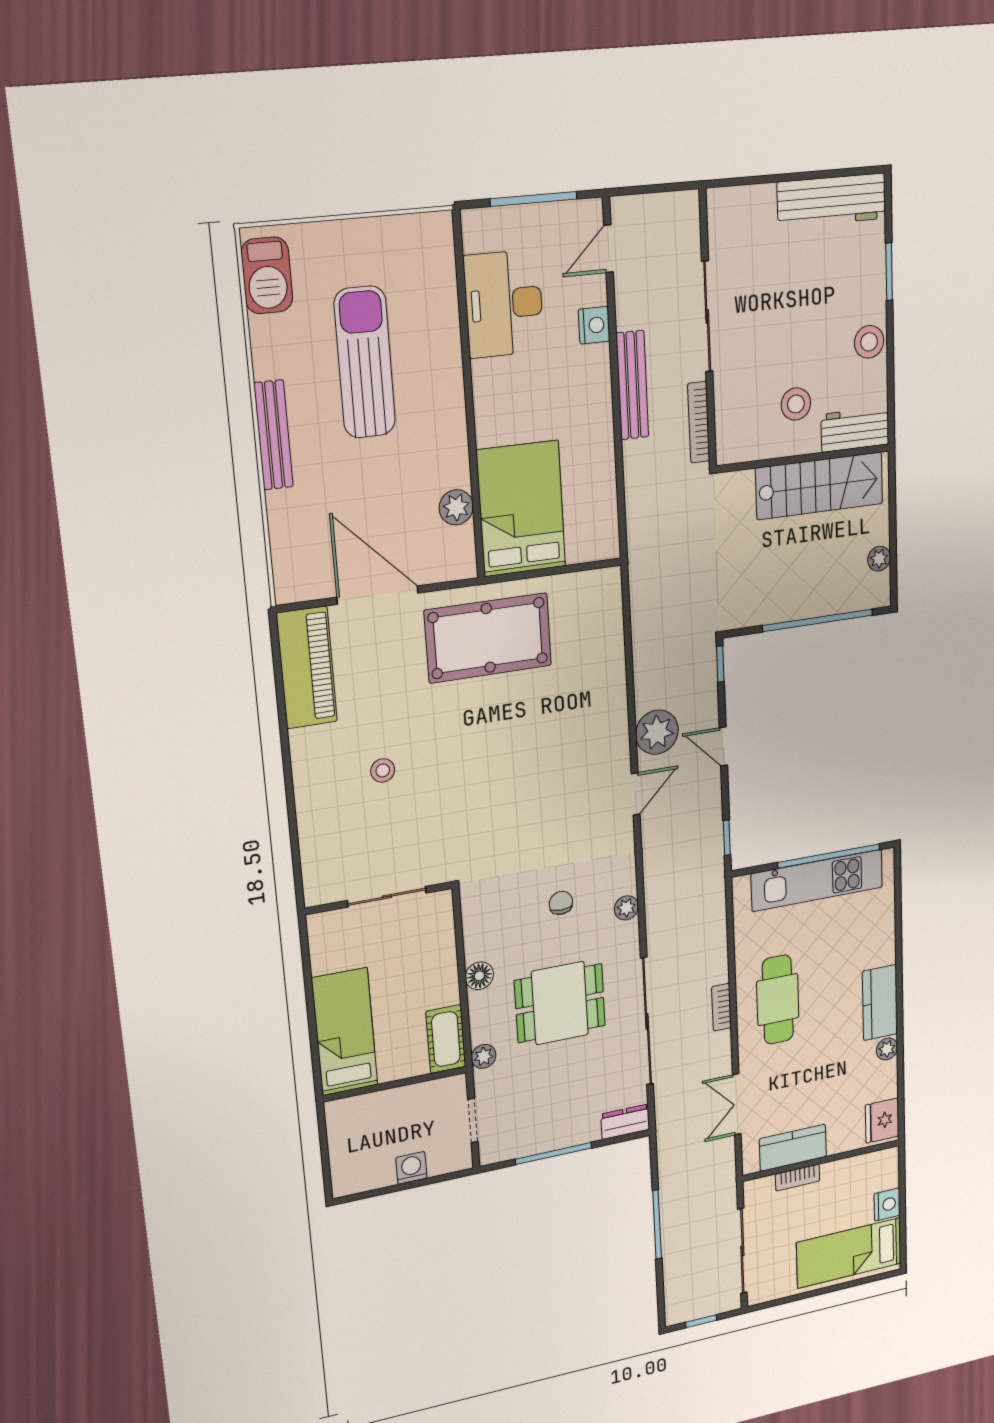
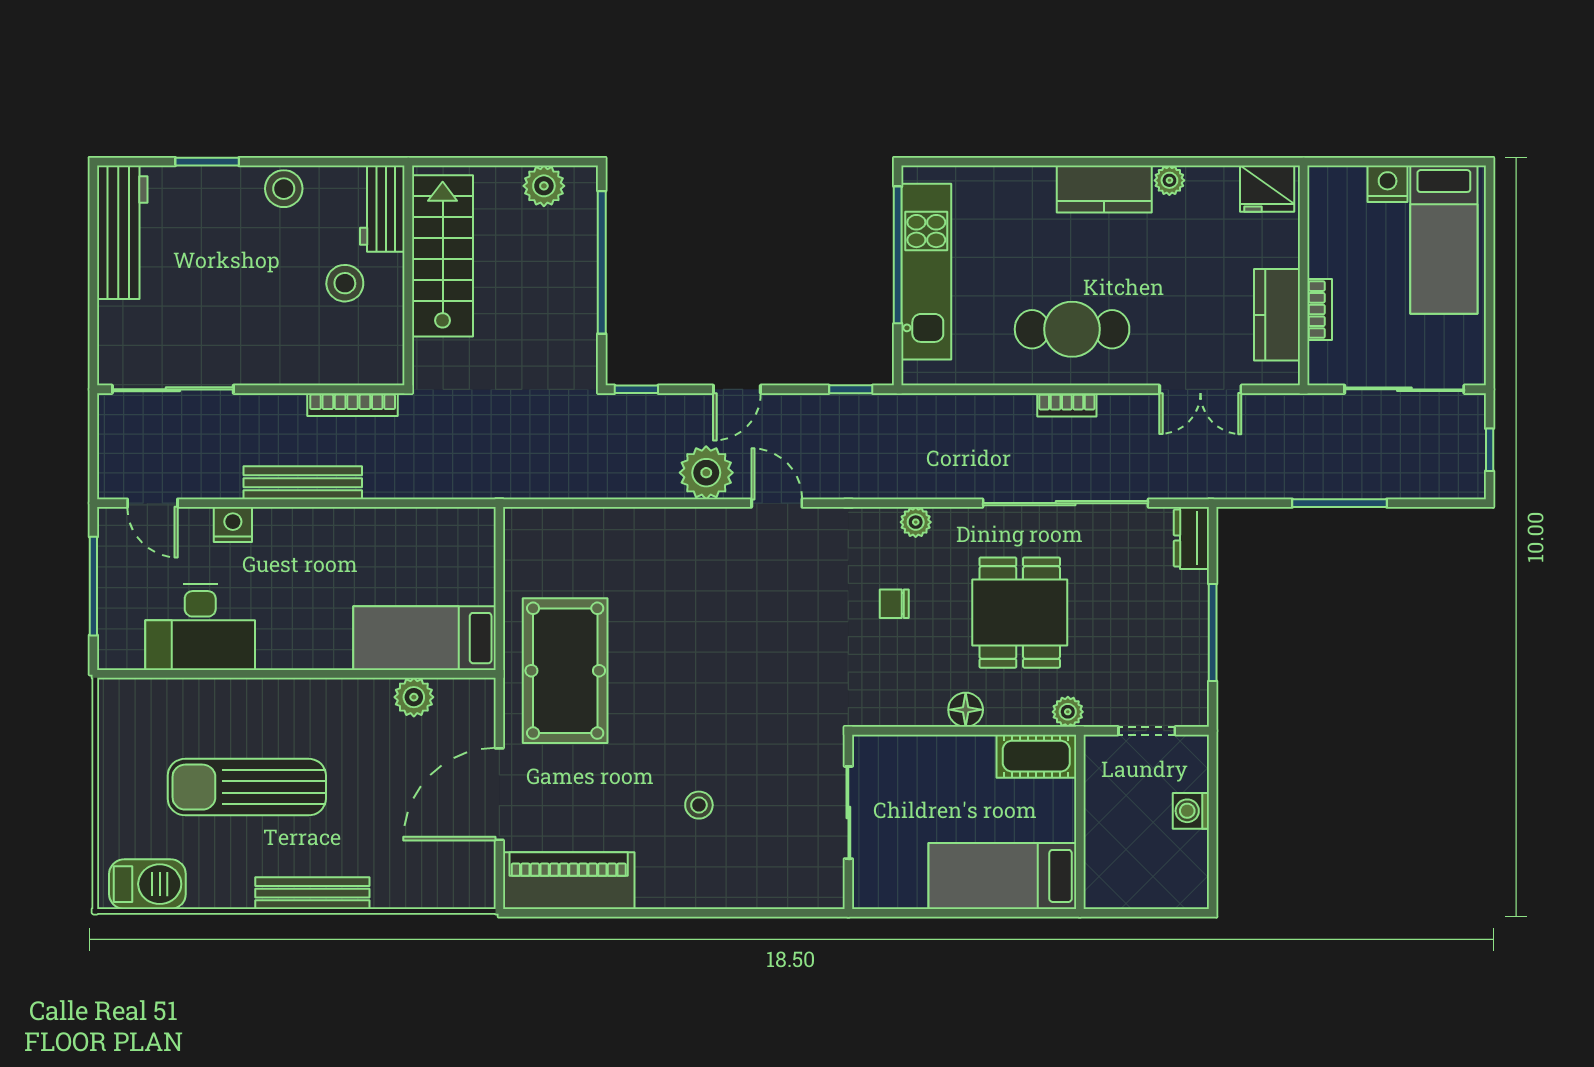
sliding door: (707, 316) -> (173, 389), moved
bed: (521, 509) -> (424, 638), width x0.67
plant: (879, 559) -> (544, 186), width x1.38, depth x1.38

